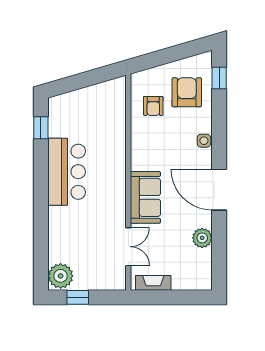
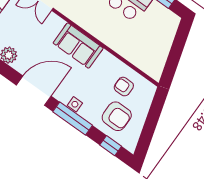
window: (219, 133) -> (73, 118), added
sofa: (145, 197) -> (78, 46), moved

